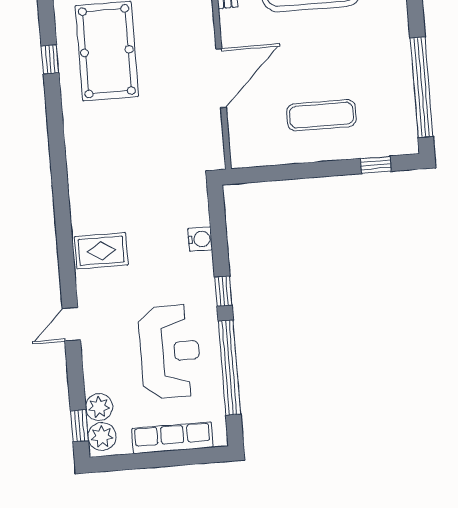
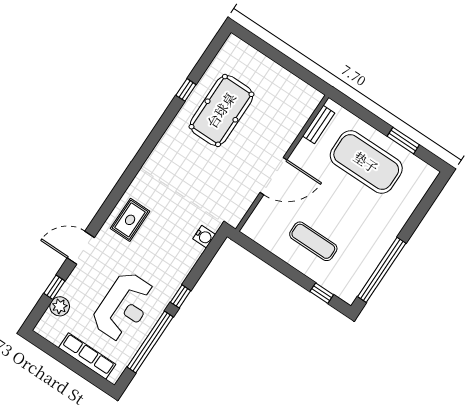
water cooler: (200, 239) -> (204, 237), moved
rug: (101, 251) -> (130, 220), turned 90
door: (71, 324) -> (81, 248), width x1.38
window: (79, 426) -> (54, 287), moved
plant: (102, 437) -> (48, 324), removed

